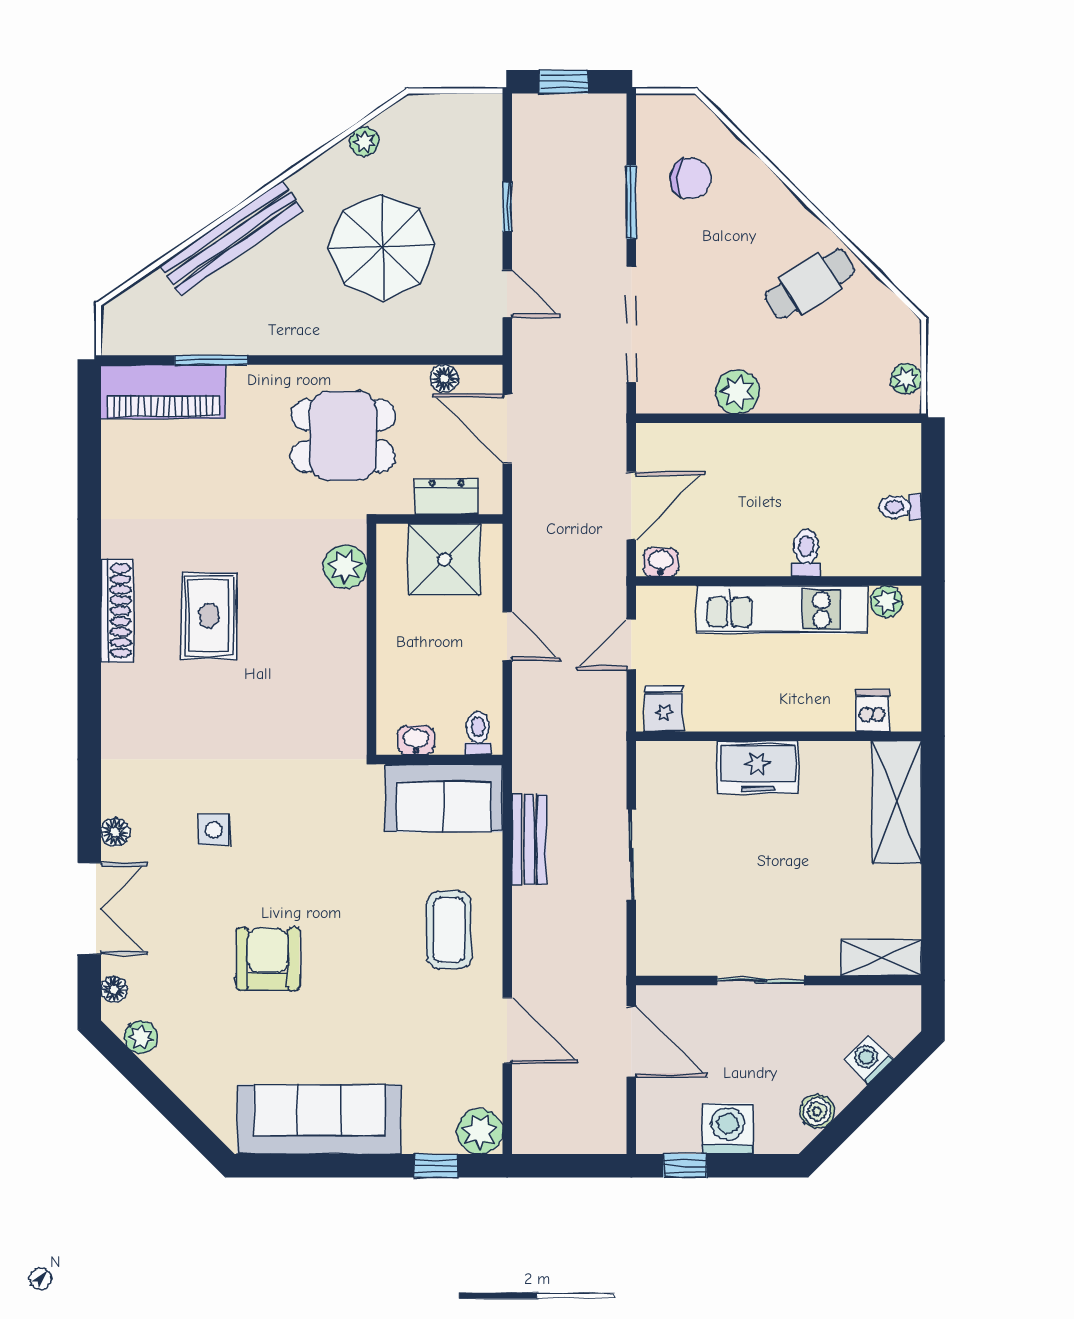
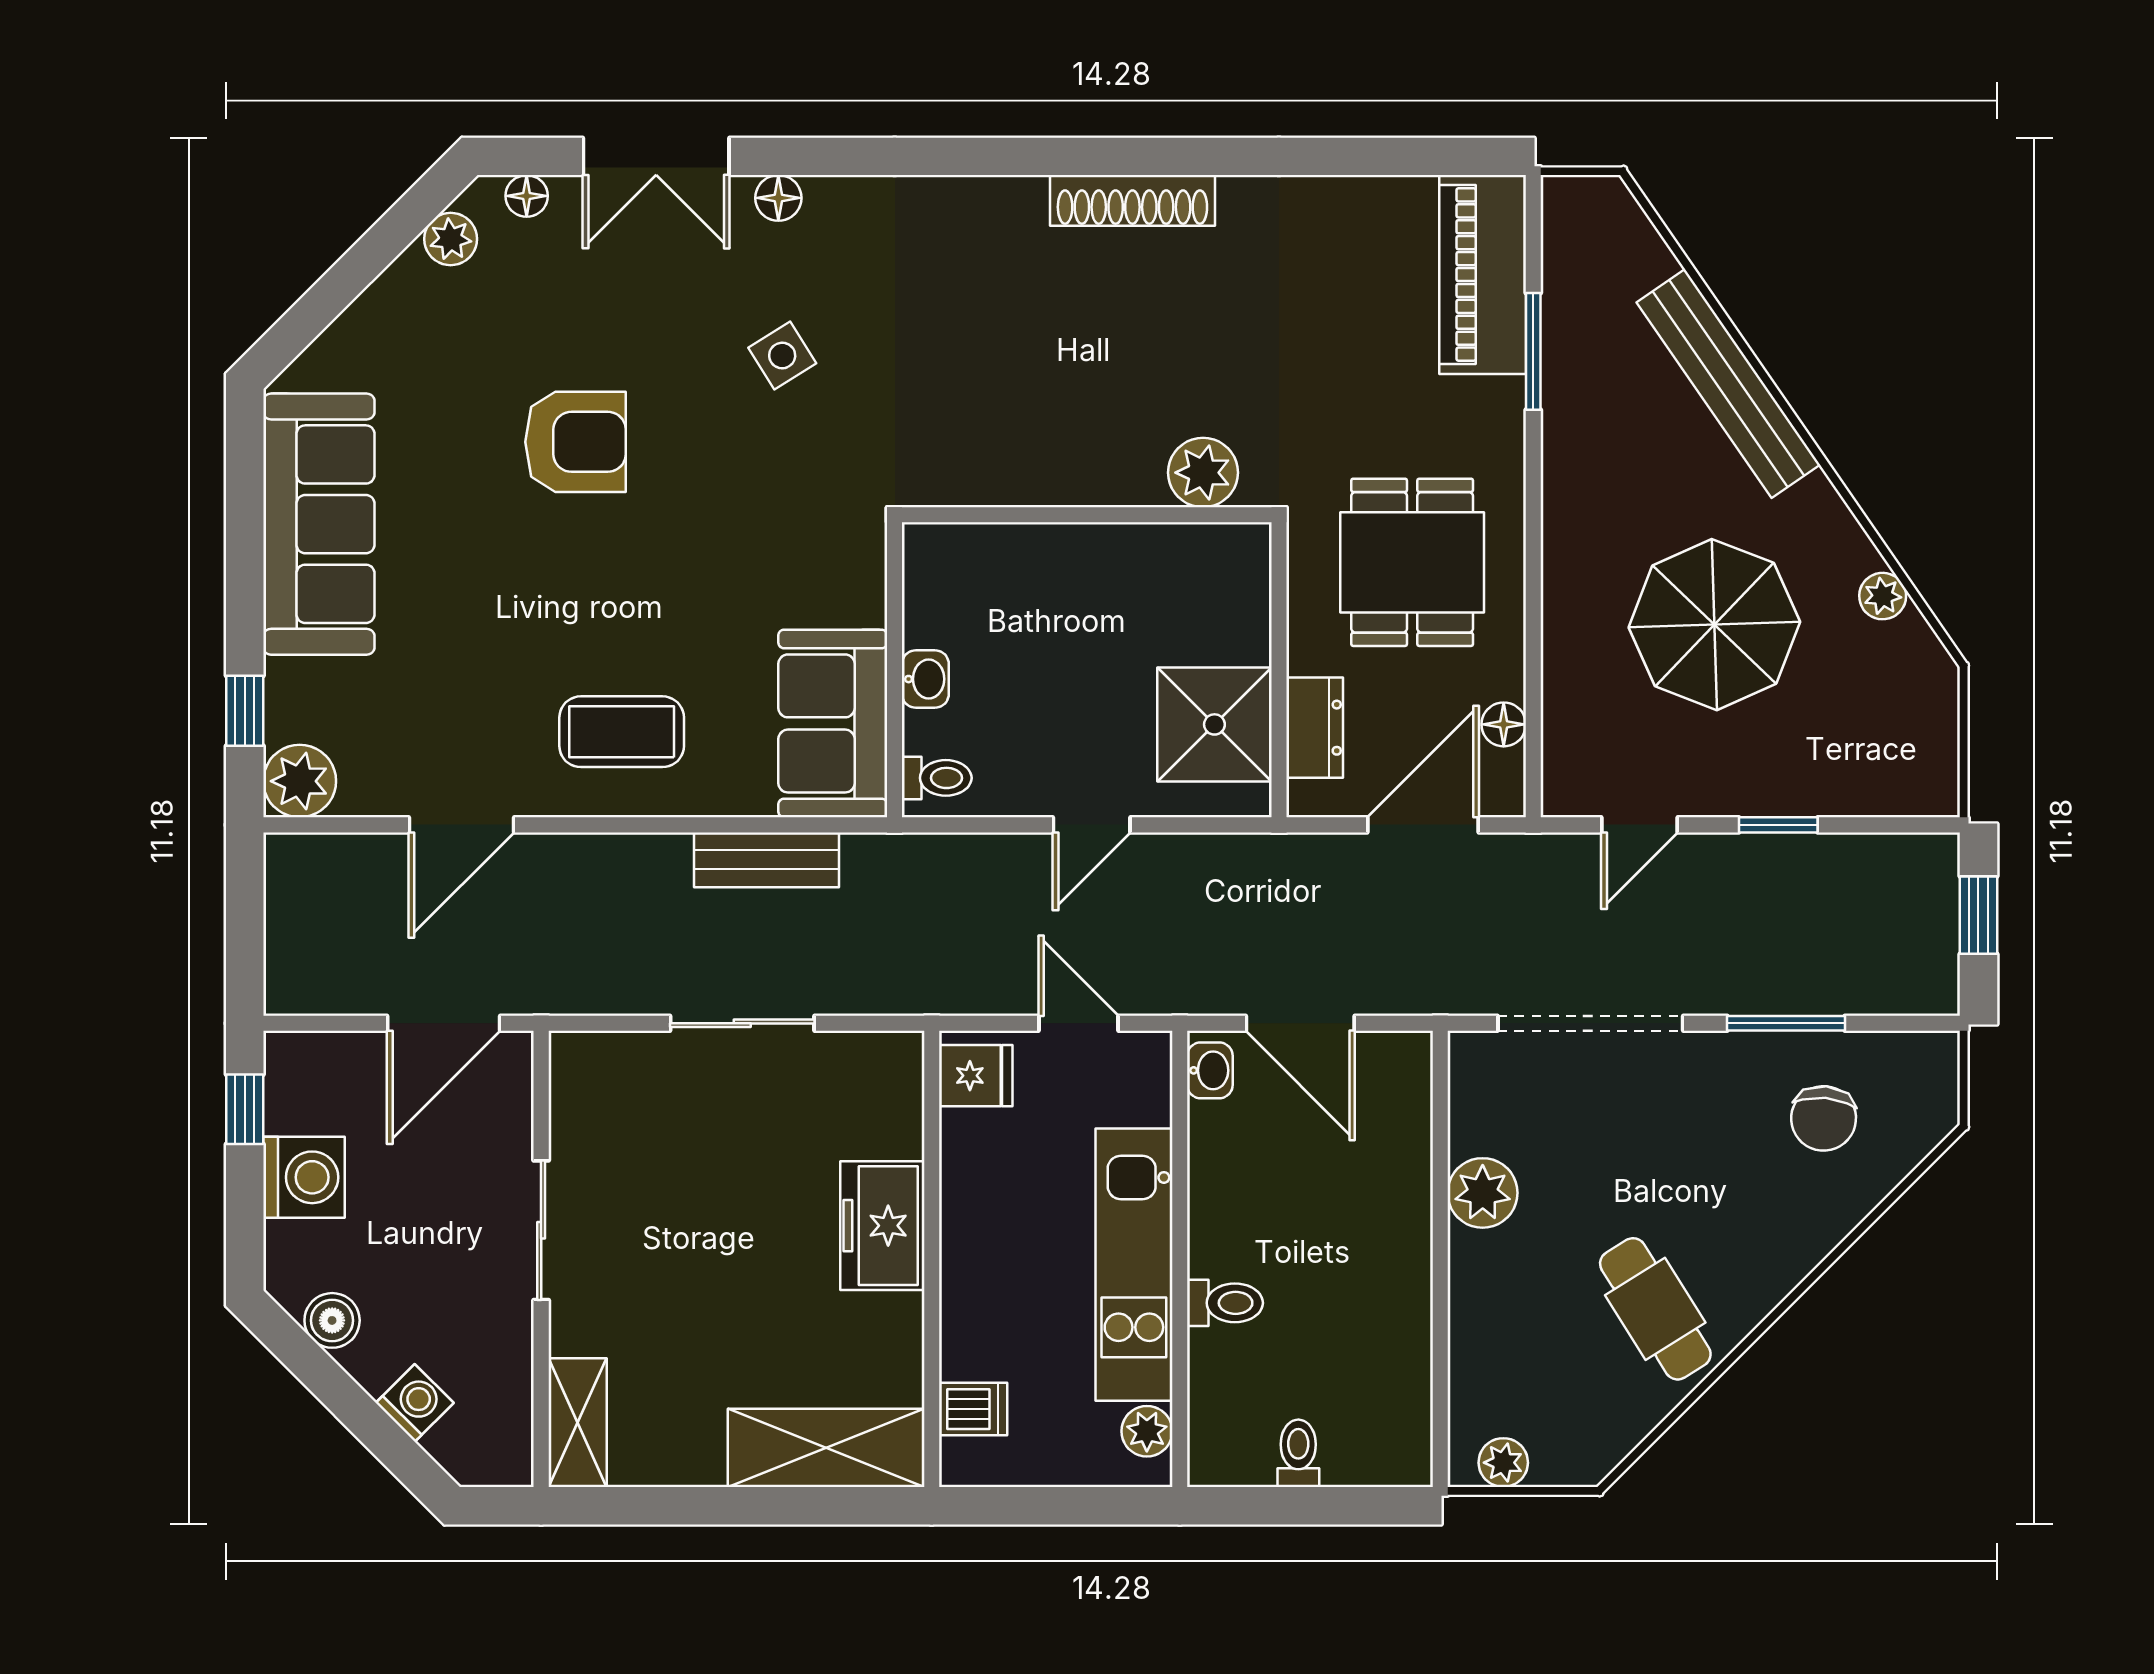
plant: (345, 567) -> (1203, 473), moved
rug: (209, 616) -> (1124, 348), removed
wall: (372, 639) -> (1087, 515), moved
side table: (214, 830) -> (782, 356), turned -32

